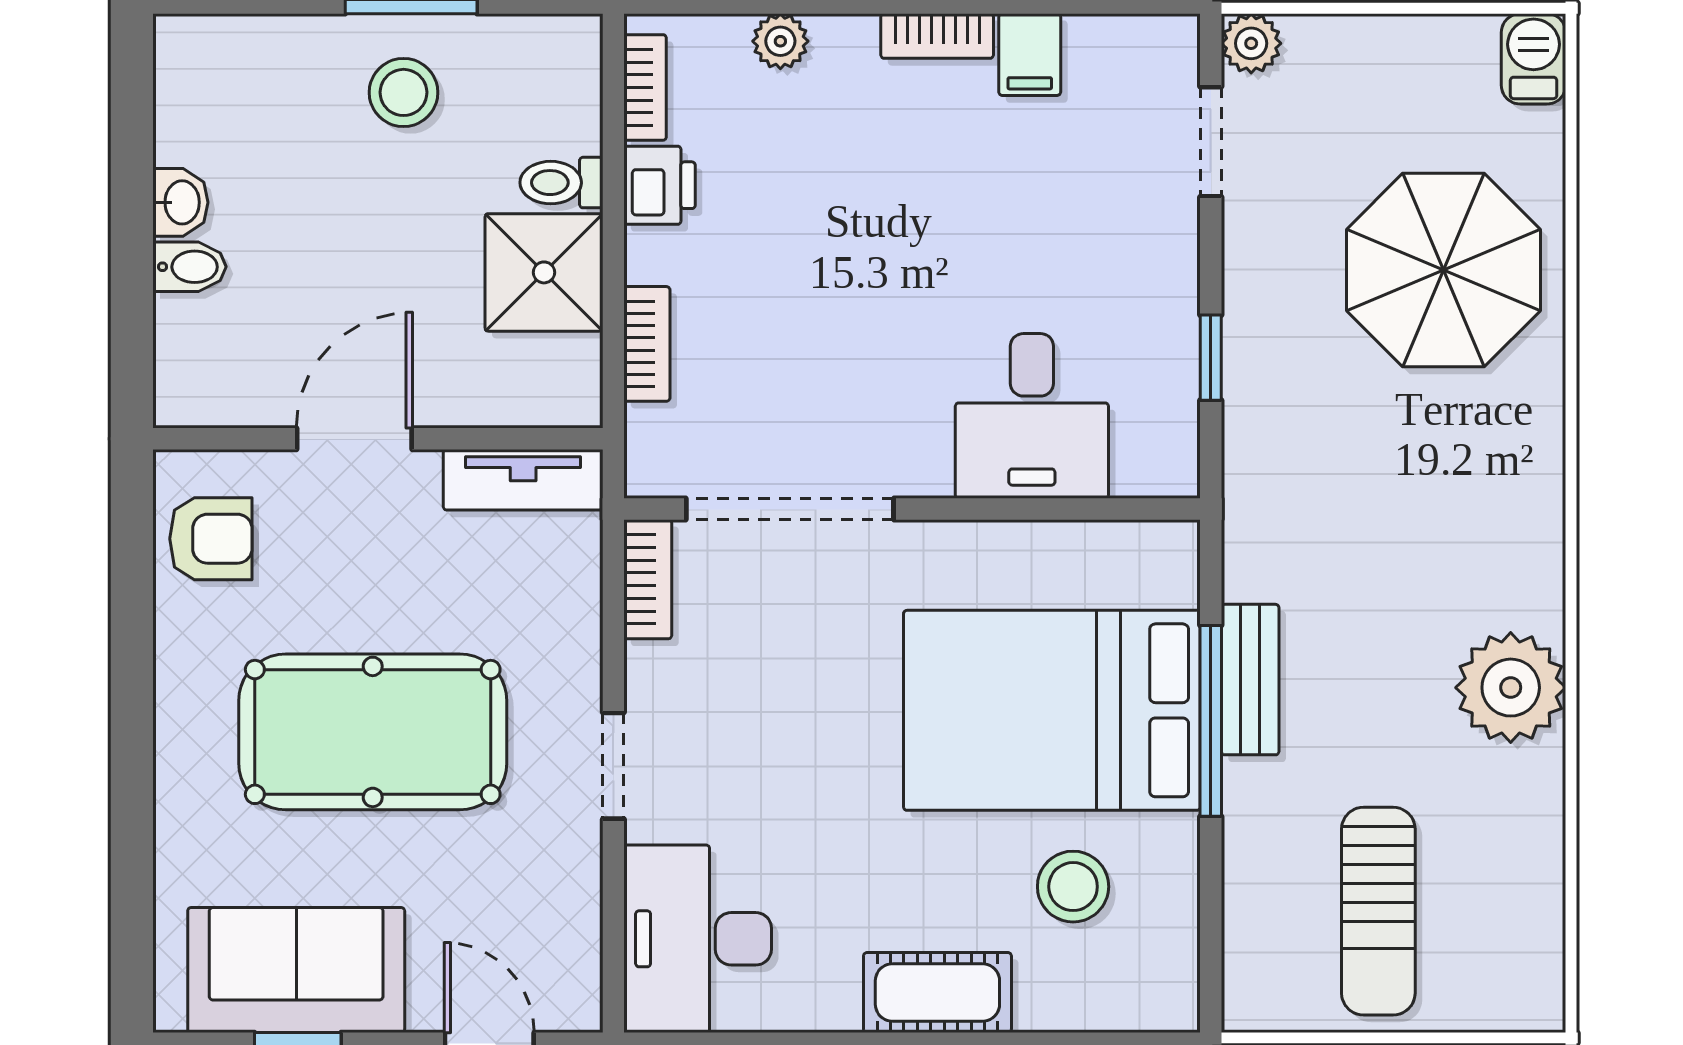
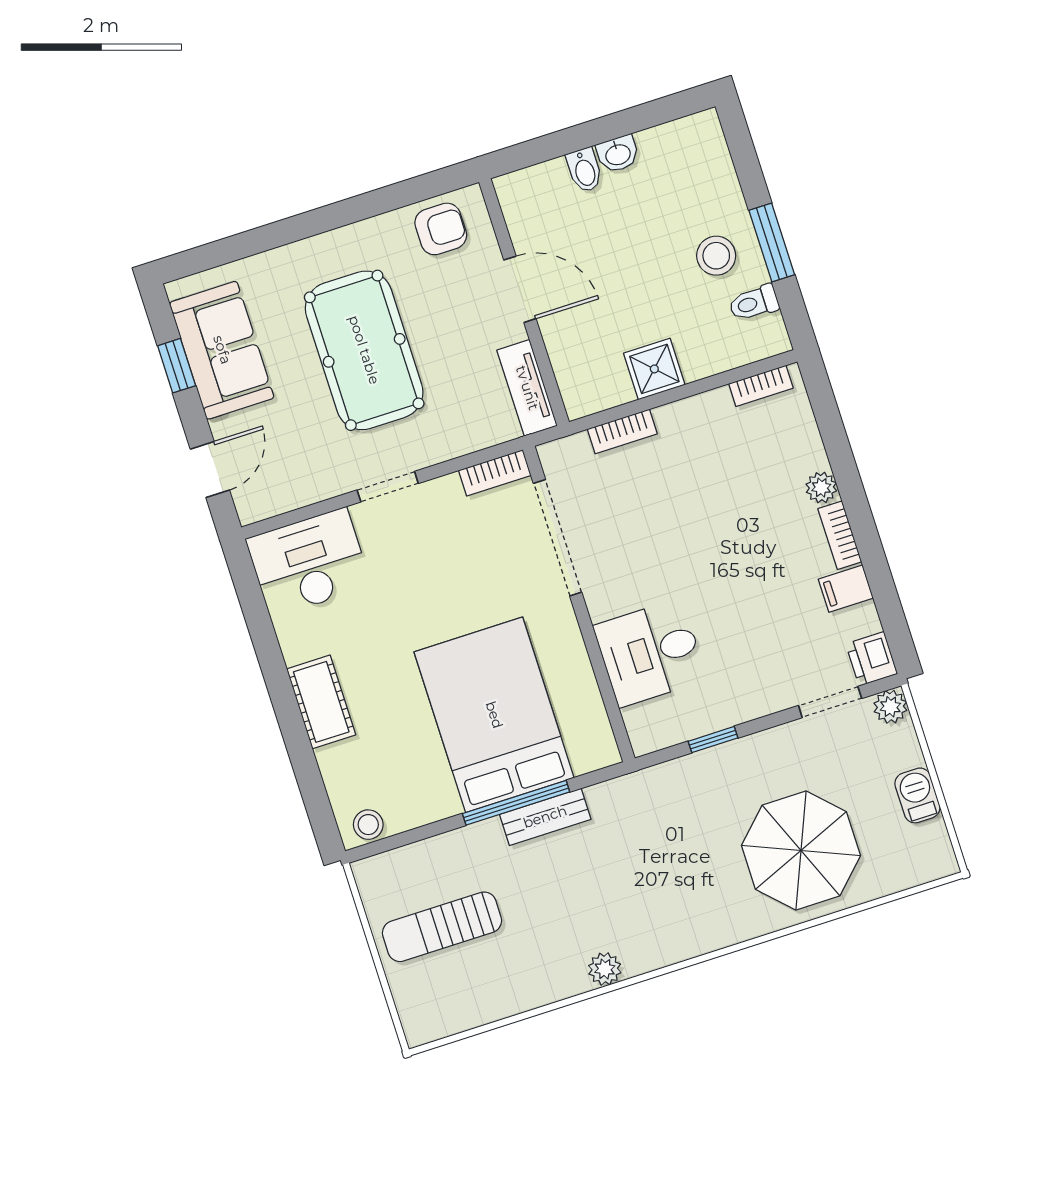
plant: (780, 41) -> (821, 488), moved
barbecue: (1534, 59) -> (917, 795), moved, turned -90
toilet: (561, 183) -> (754, 303), moved, turned -90
printer: (660, 185) -> (872, 659), moved, turned 90
shower: (544, 272) -> (654, 369), width x0.73, depth x0.73
armchair: (211, 539) -> (441, 229), turned -90
plant: (1511, 688) -> (605, 969), width x0.53, depth x0.53
stool: (1073, 887) -> (368, 825), moved, width x0.73, depth x0.73

